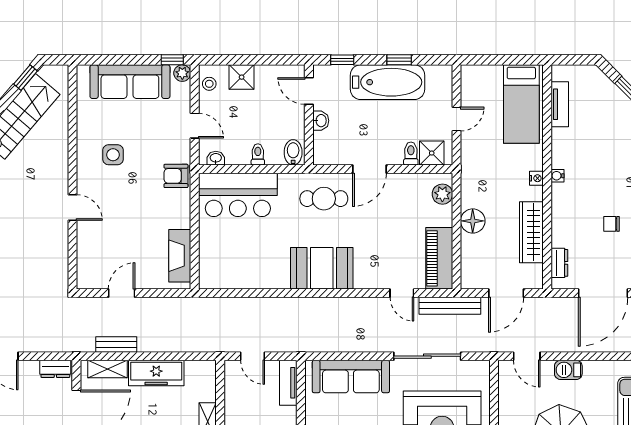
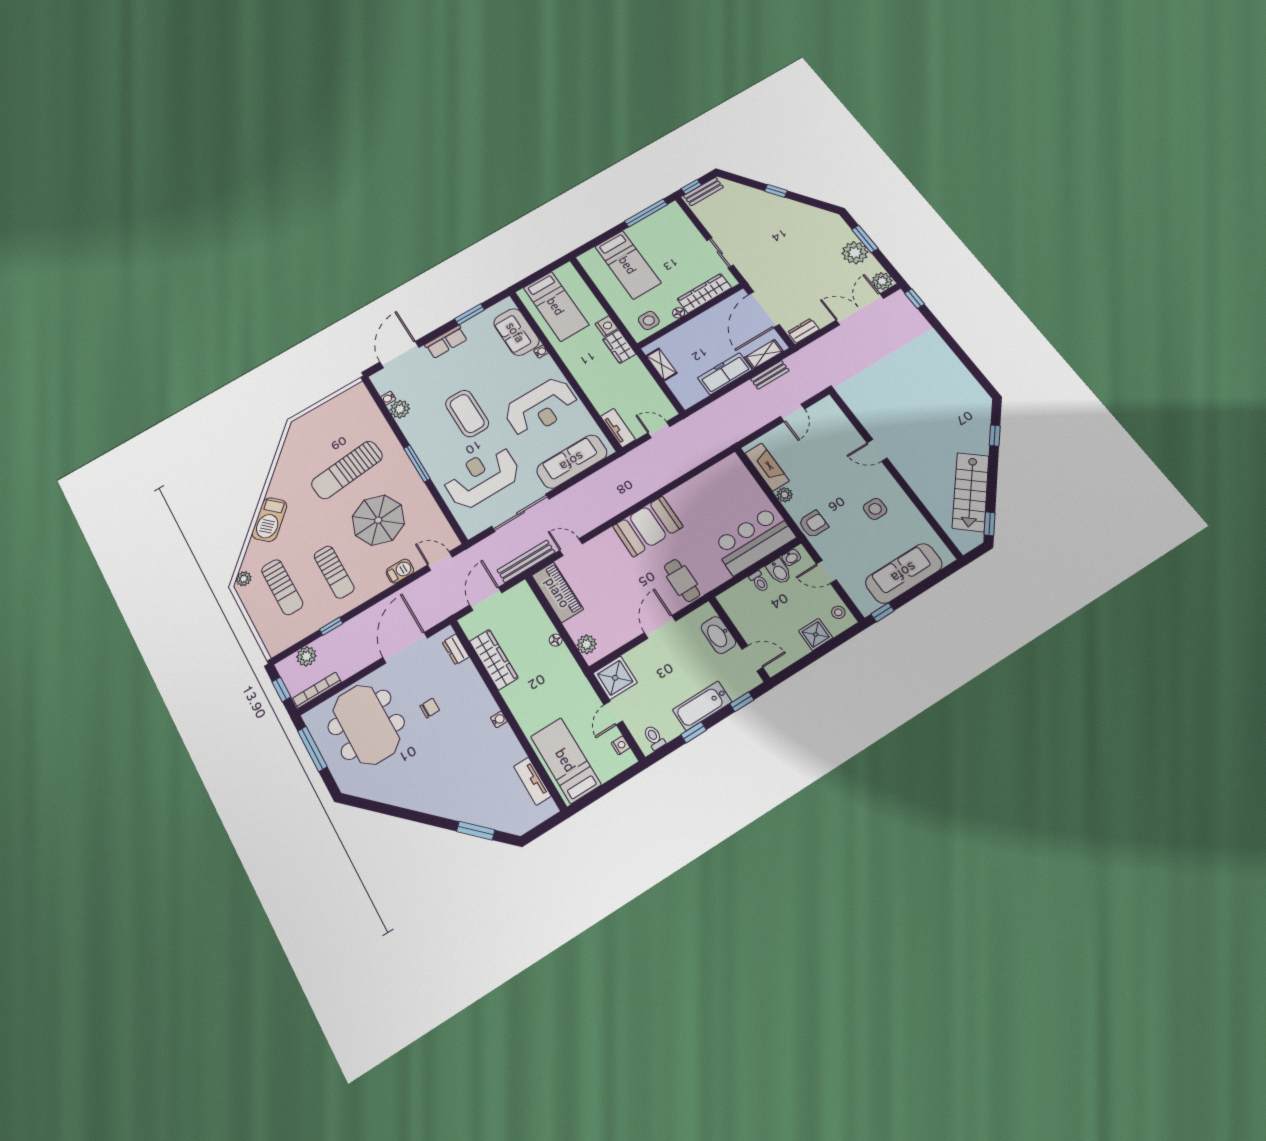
plant: (182, 73) -> (785, 495), moved
bathtub: (387, 82) -> (702, 706), width x0.73, depth x0.73
washbasin: (321, 121) -> (718, 635), width x1.91, depth x1.45
bidet: (293, 152) -> (779, 571), moved
shower: (432, 153) -> (615, 678), width x1.36, depth x1.36
toilet: (411, 154) -> (654, 738), moved, turned 180
nightstand: (536, 178) -> (621, 745), moved, turned 180
cafe table: (324, 199) -> (682, 580), turned 90
floor lamp: (473, 221) -> (556, 640), width x0.53, depth x0.53

